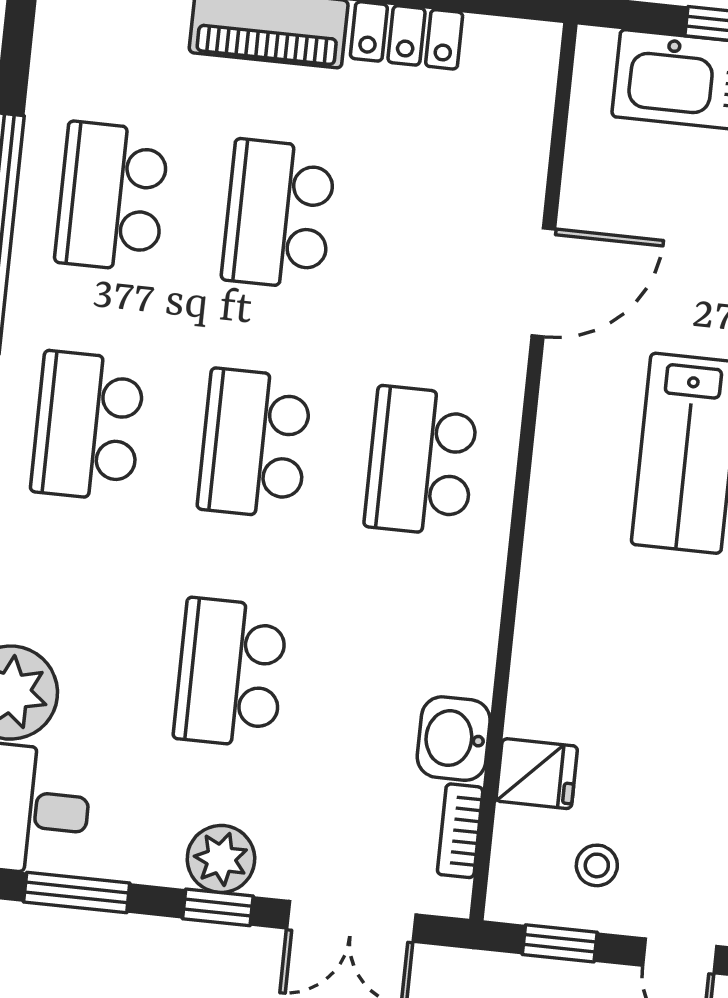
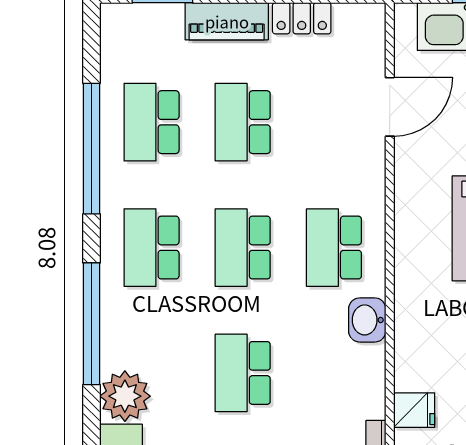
door: (543, 282) -> (390, 107), moved
washbasin: (454, 739) -> (367, 320), moved

